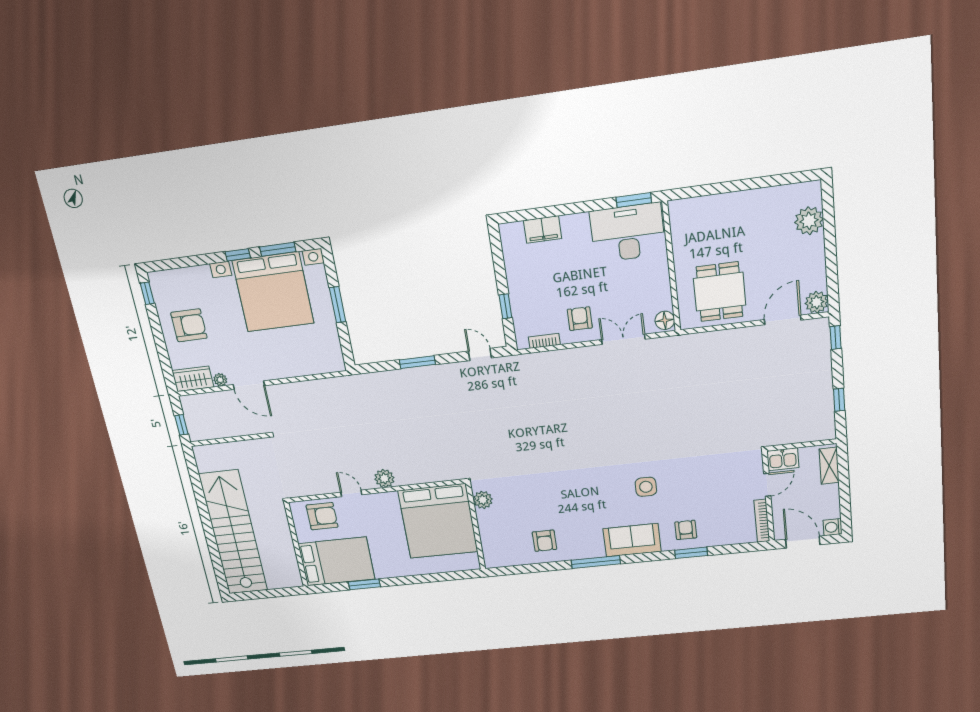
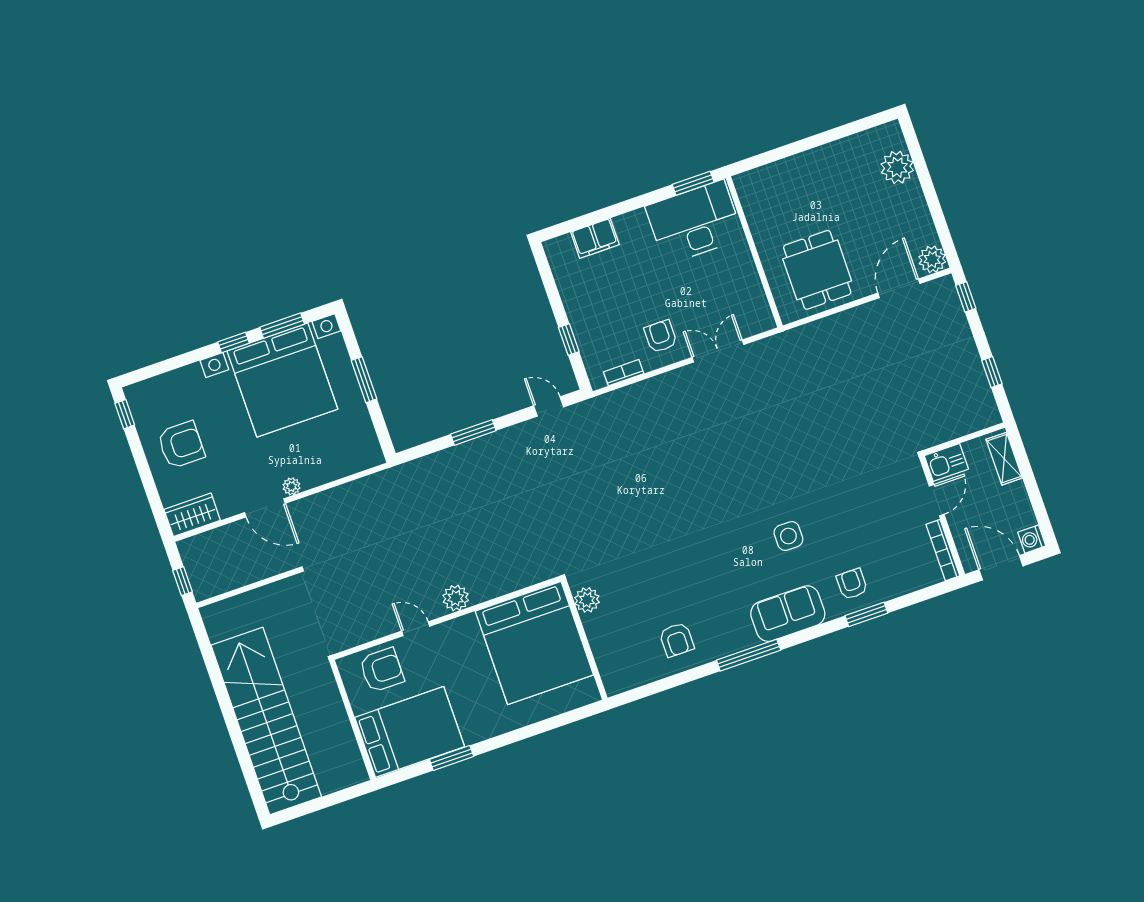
floor lamp: (665, 320) -> (762, 318), removed
plant: (220, 380) -> (292, 486), moved

